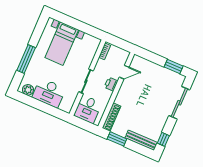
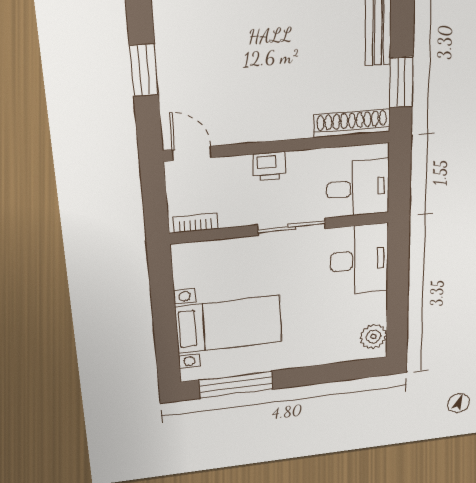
window: (26, 59) -> (236, 385), moved
window: (174, 66) -> (144, 70), moved
door: (124, 72) -> (192, 154), moved
desk: (49, 93) -> (359, 260), moved

